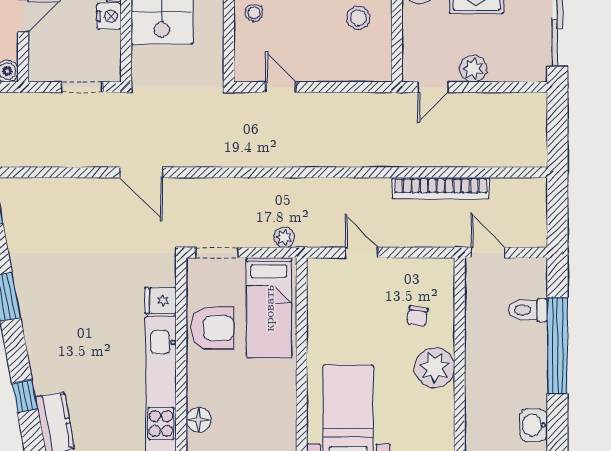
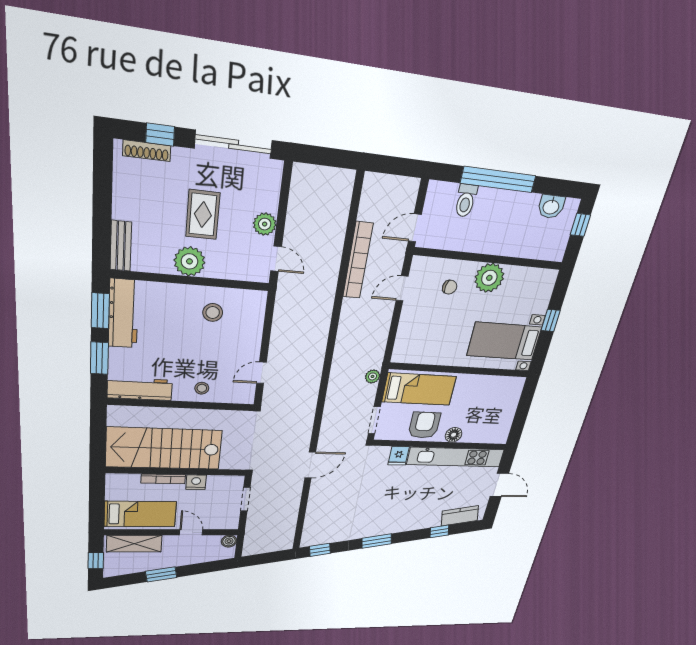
door: (362, 253) -> (402, 288), moved
floor lamp: (199, 420) -> (454, 435), moved

